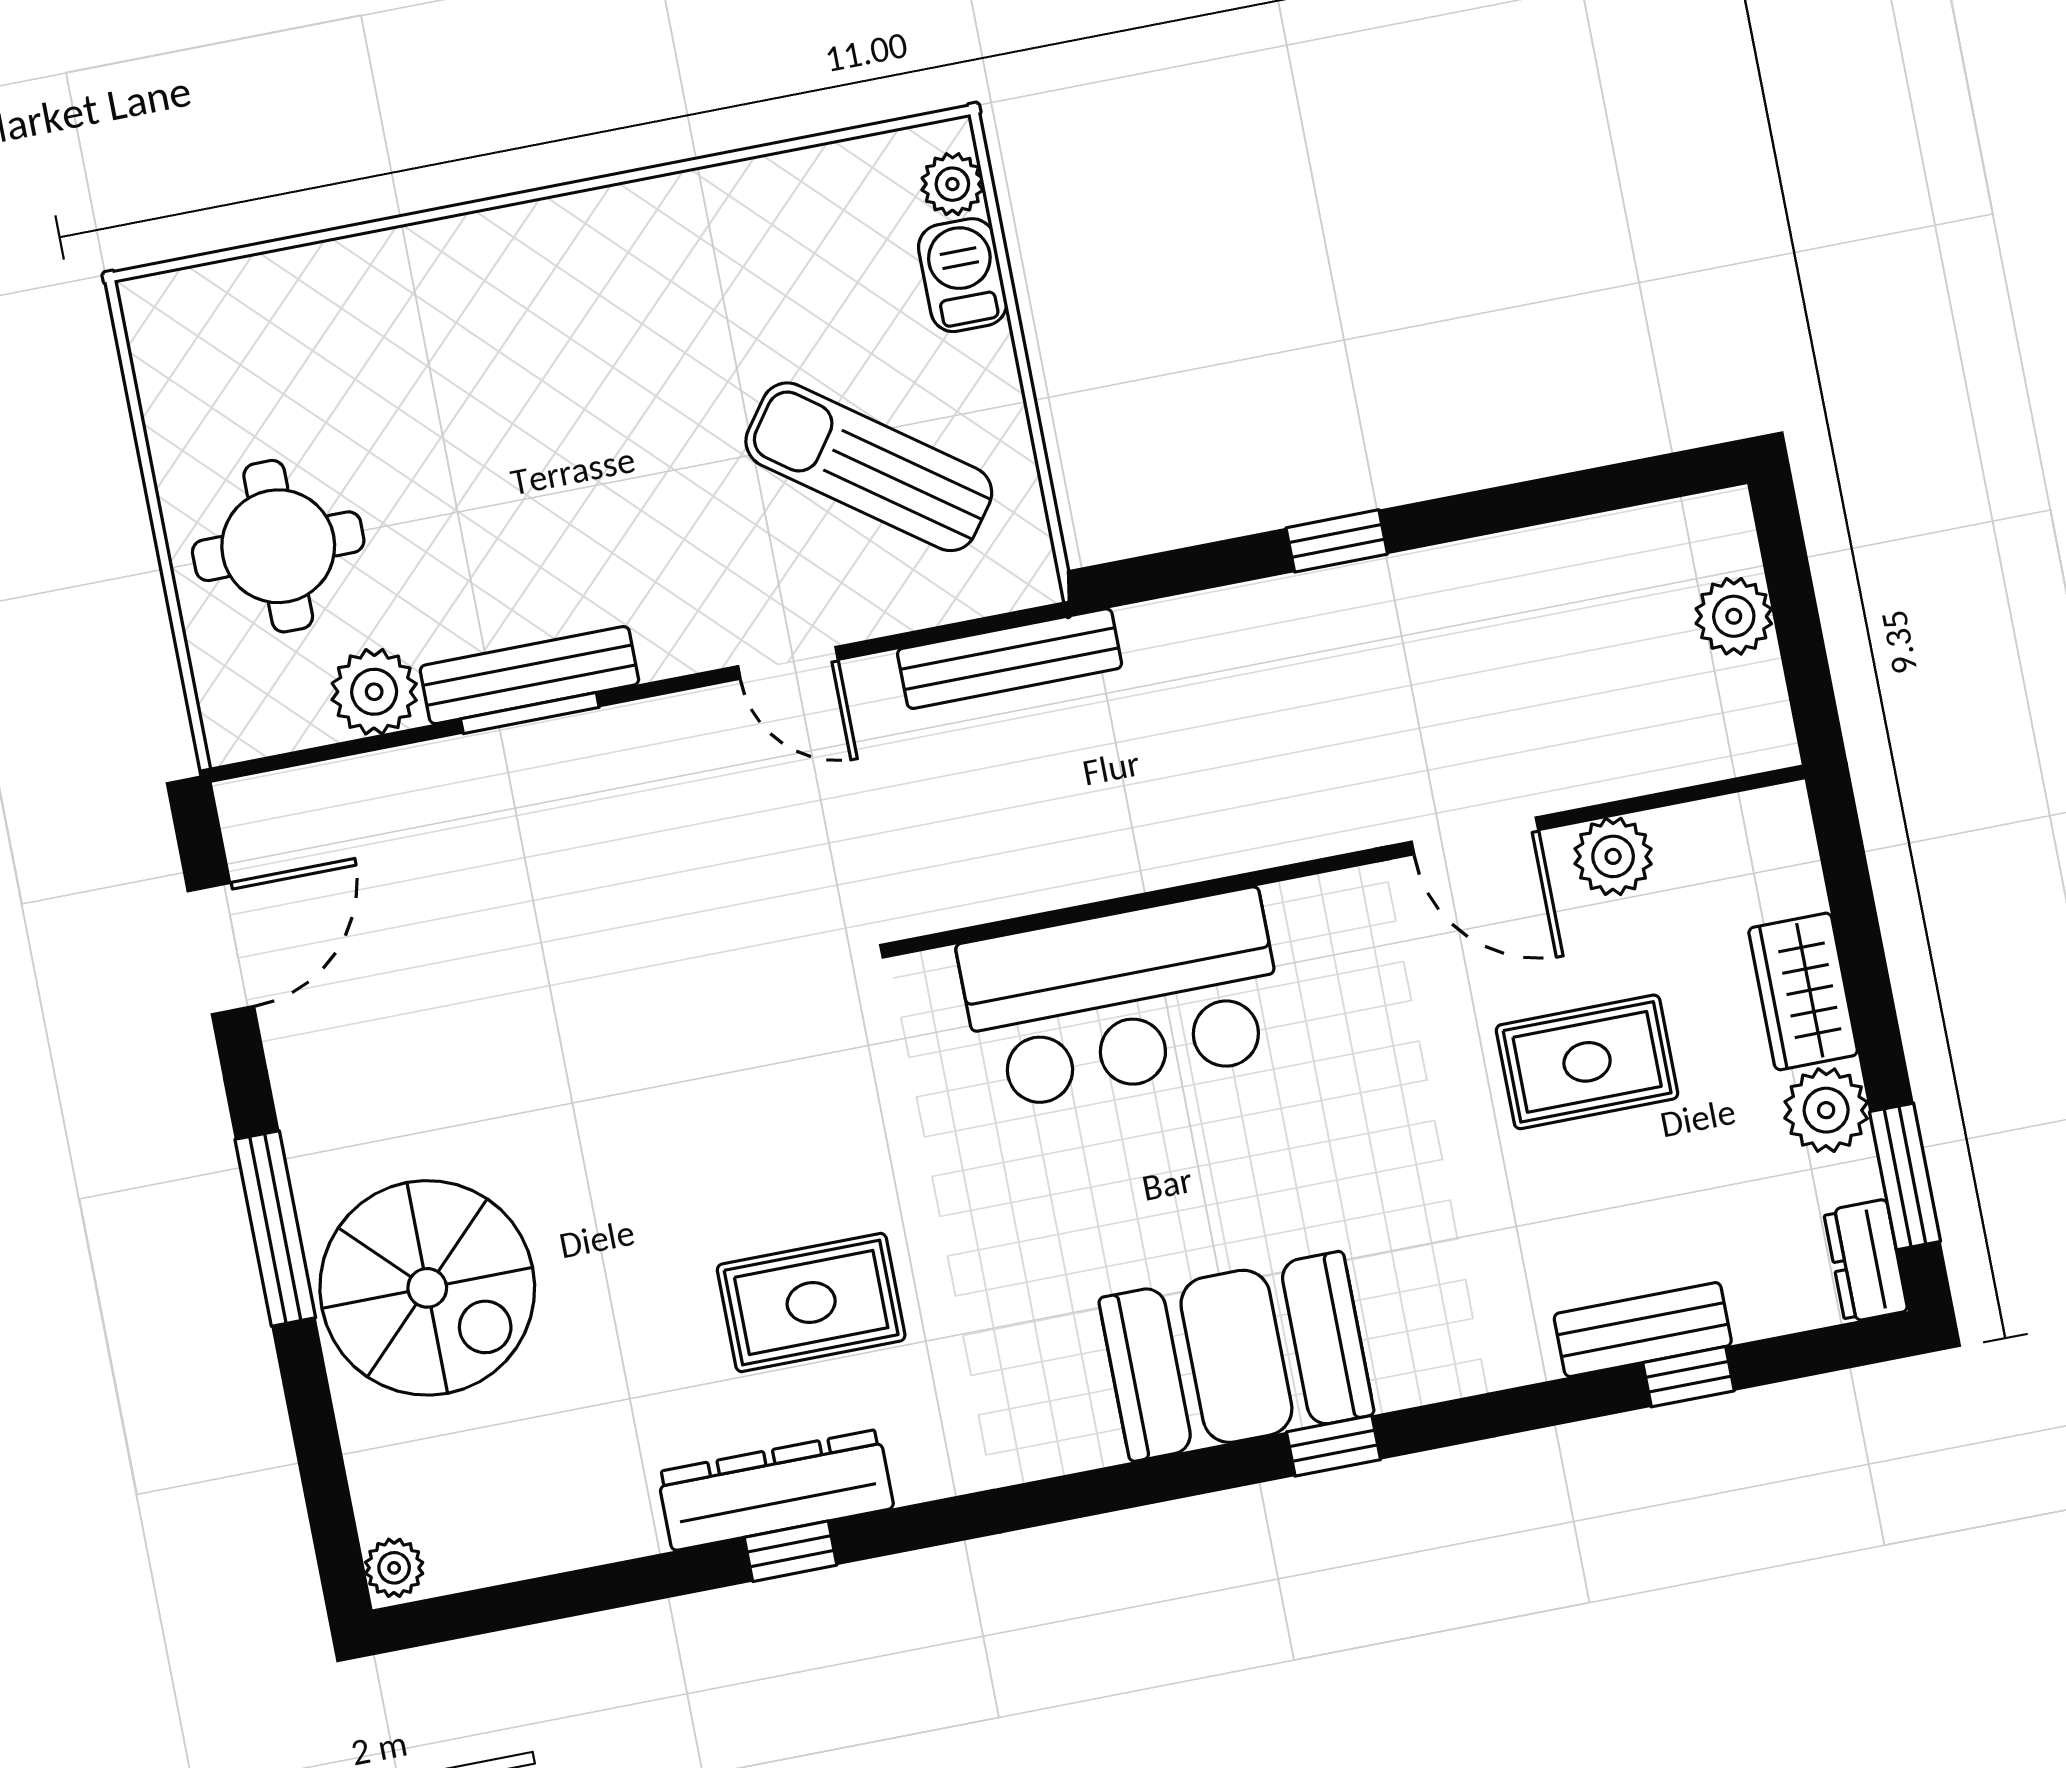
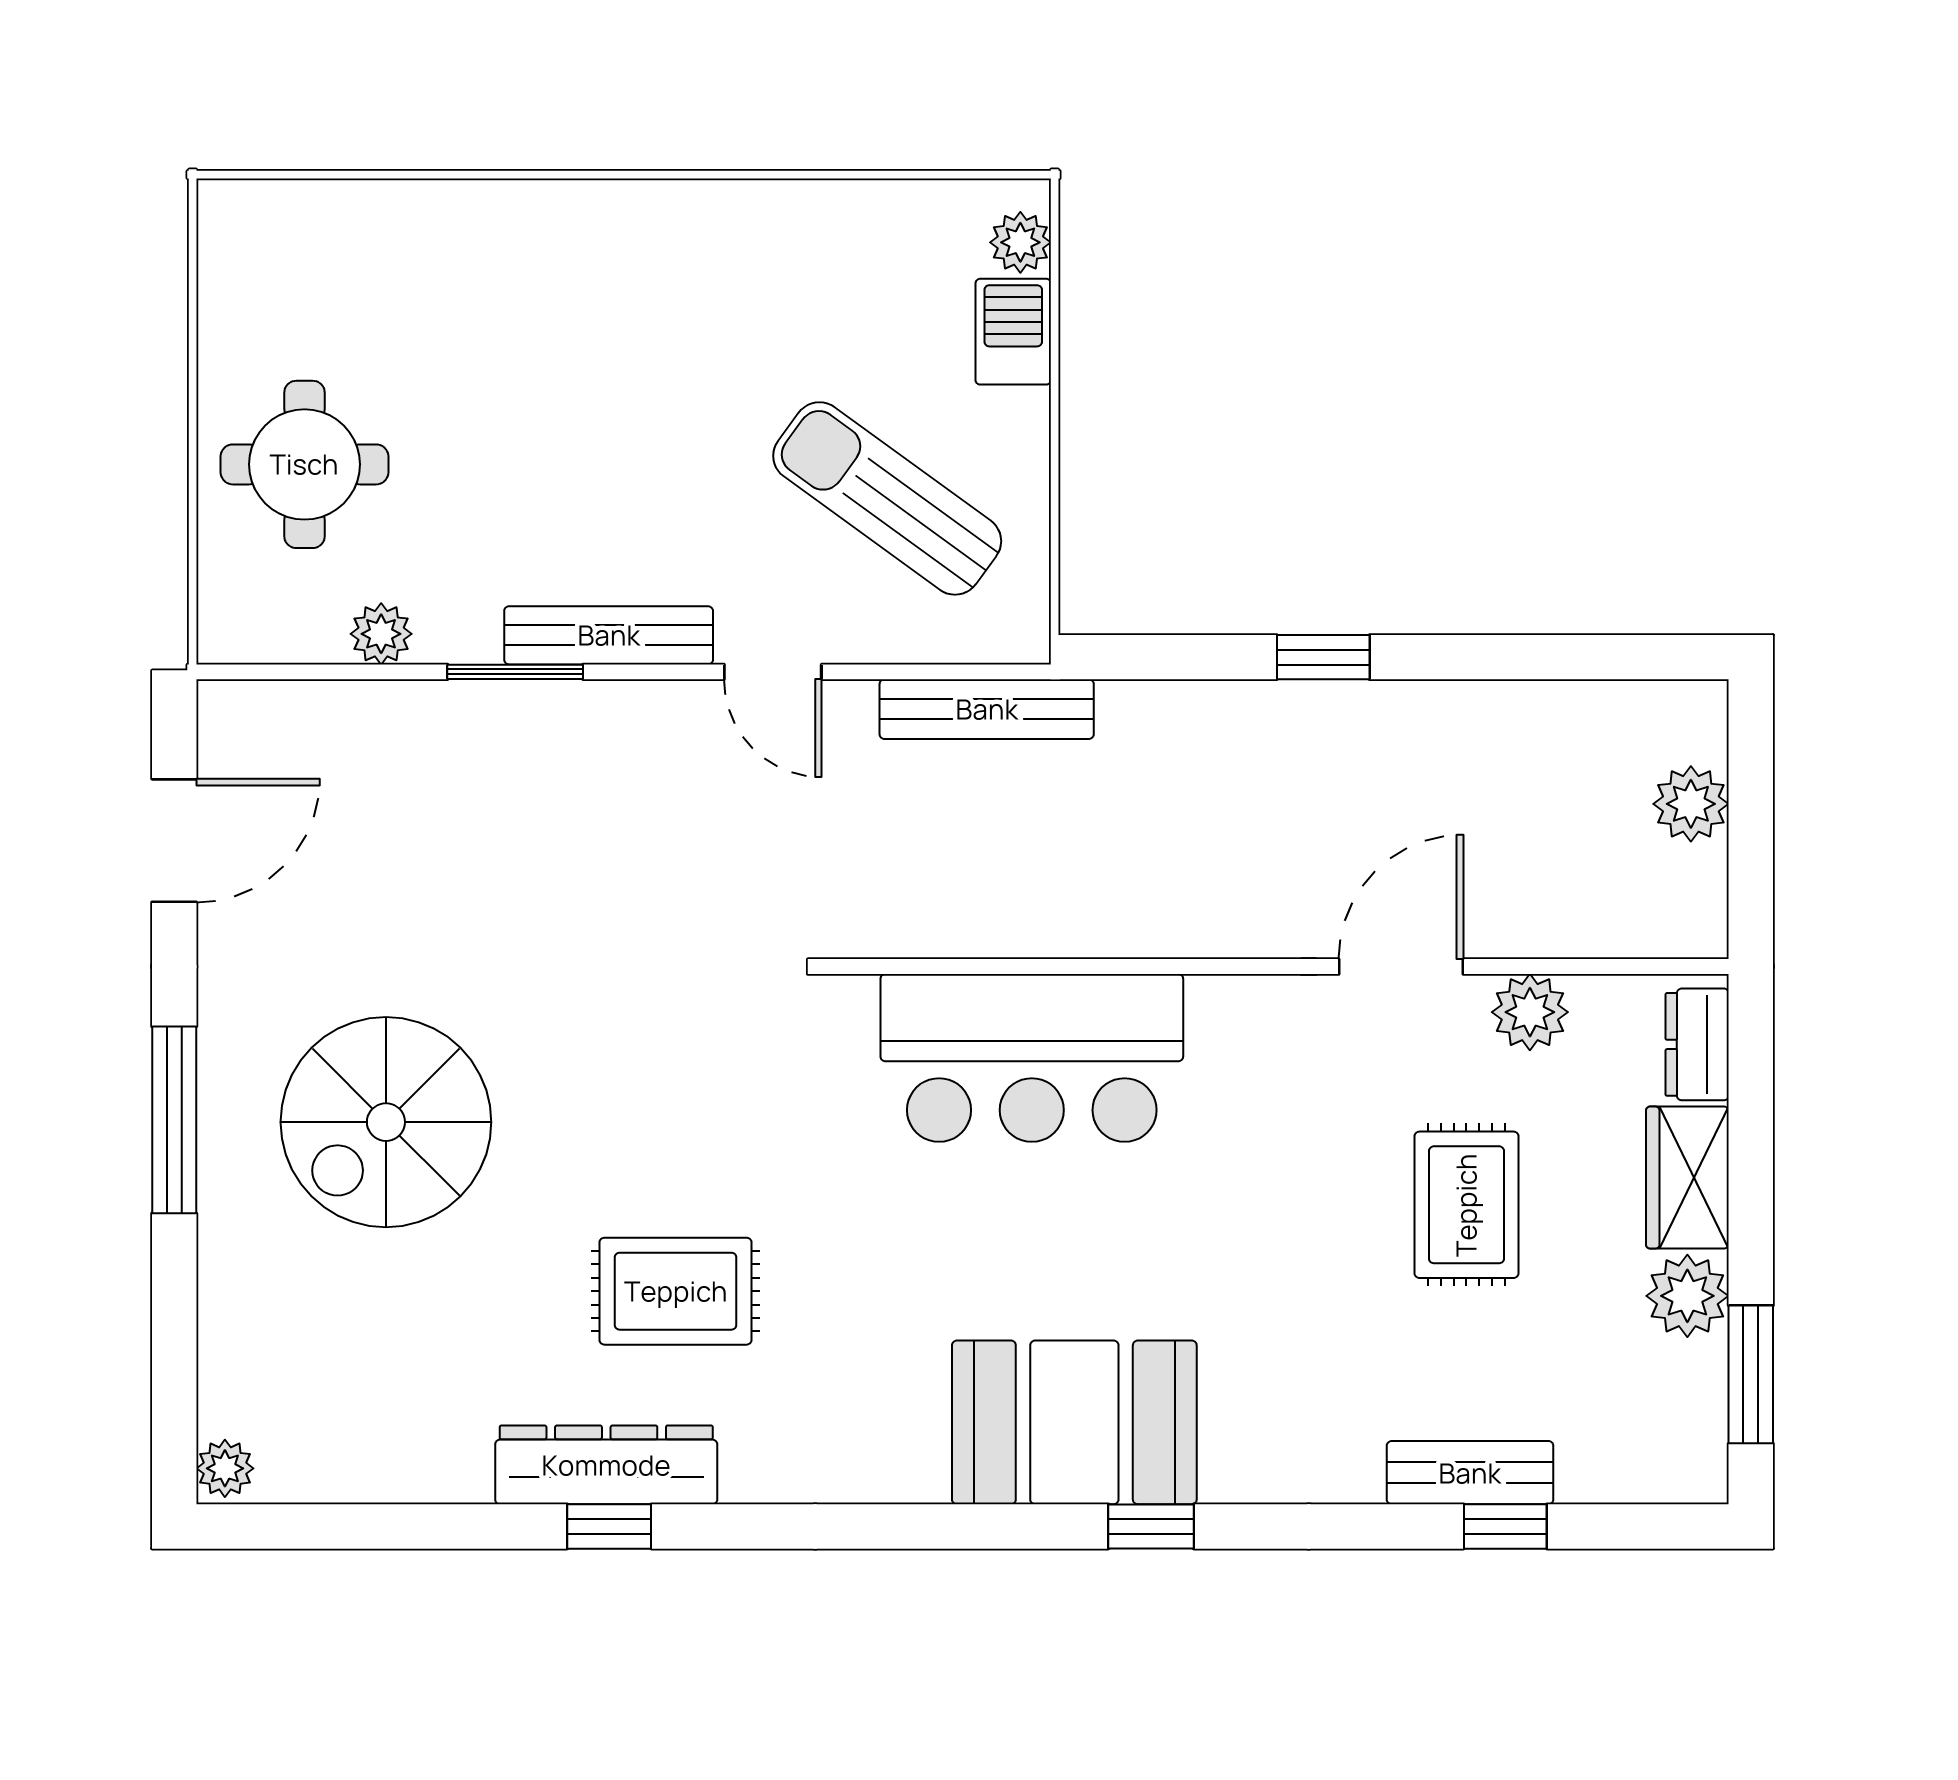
bench: (529, 675) -> (609, 635), moved
plant: (374, 692) -> (381, 634), width x0.73, depth x0.73
door: (1475, 836) -> (1401, 967), swing flipped
rug: (1587, 1062) -> (1466, 1205), turned 90
dresser: (1866, 1261) -> (1697, 1044), moved
spiral stairs: (427, 1288) -> (386, 1122), moved, turned 90

